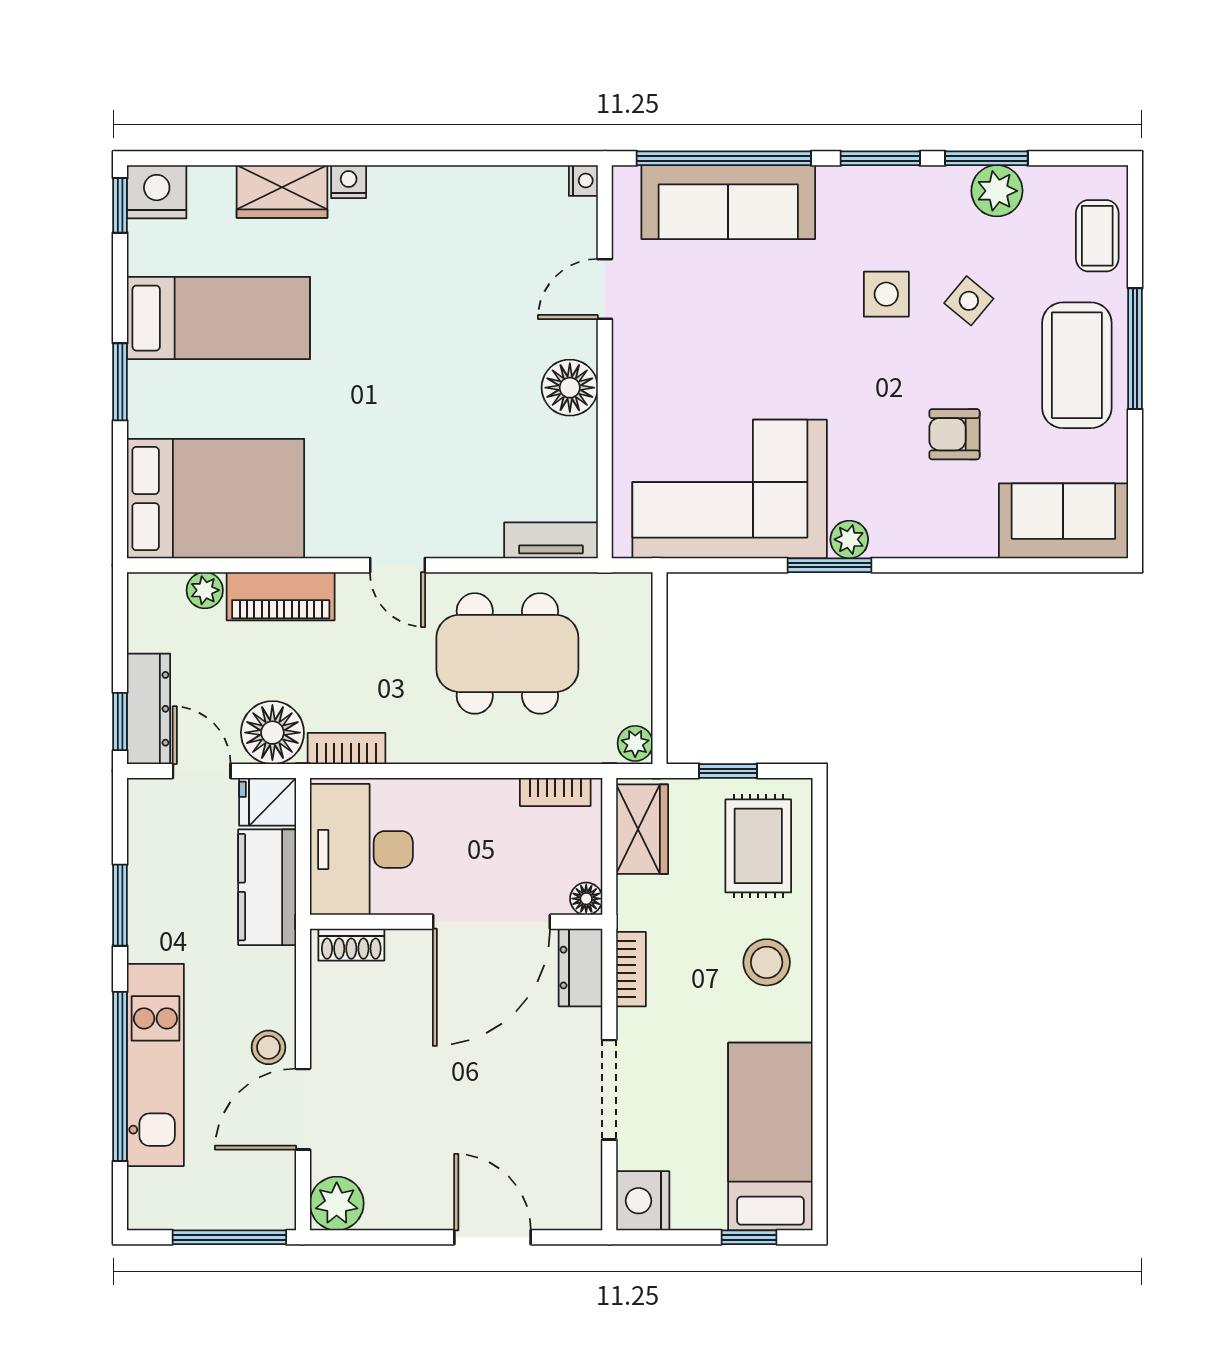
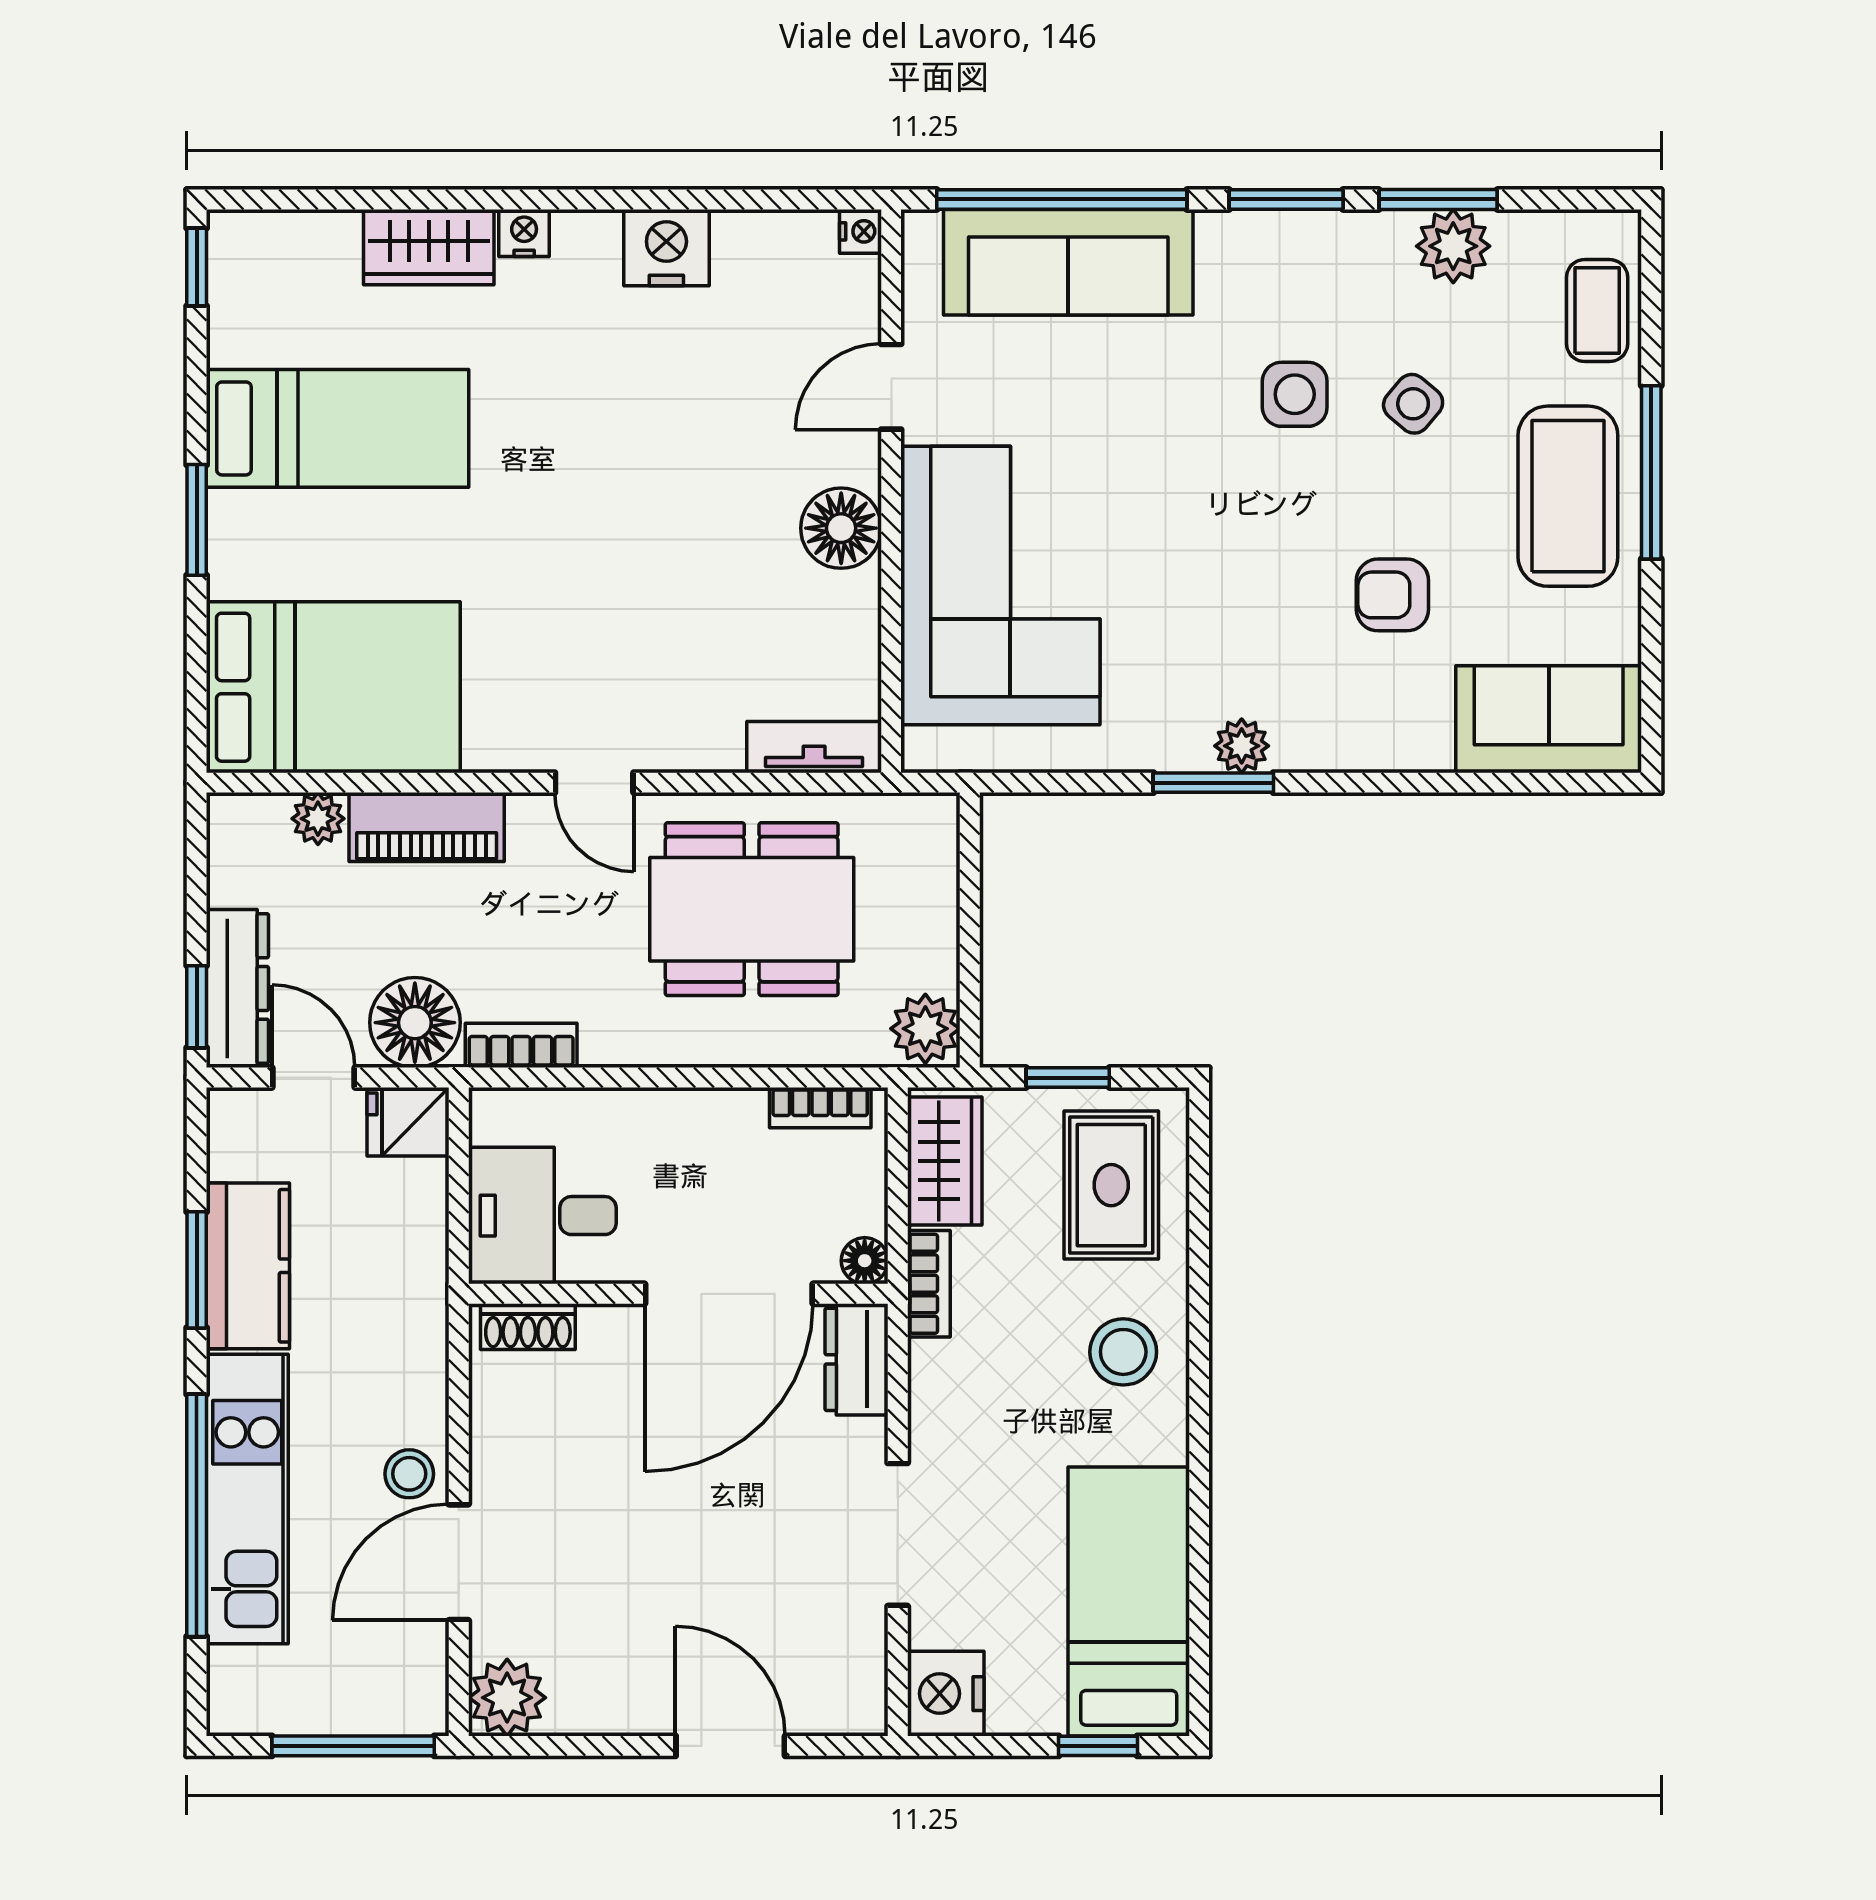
nightstand: (157, 192) -> (666, 248), moved
corner sofa: (730, 489) -> (1000, 585), moved, turned 90
plant: (635, 743) -> (925, 1029), width x1.38, depth x1.38
desk: (361, 849) -> (542, 1216), width x0.73
kitchen counter: (267, 887) -> (248, 1266), moved, turned 180
bookcase: (631, 969) -> (929, 1284), moved

